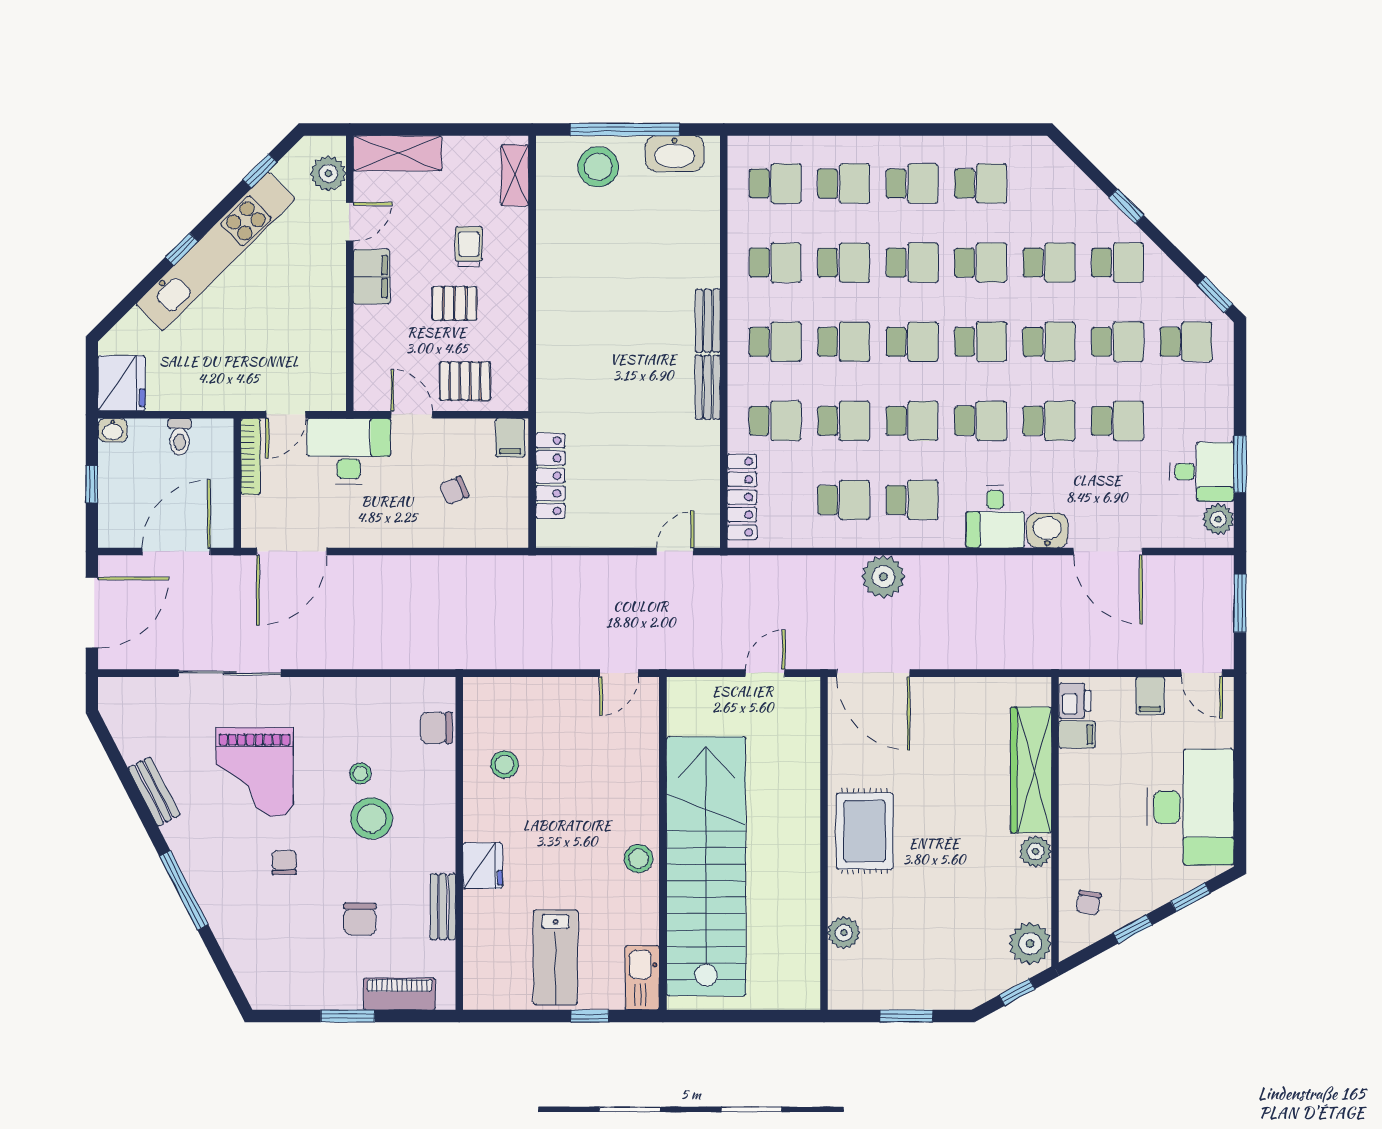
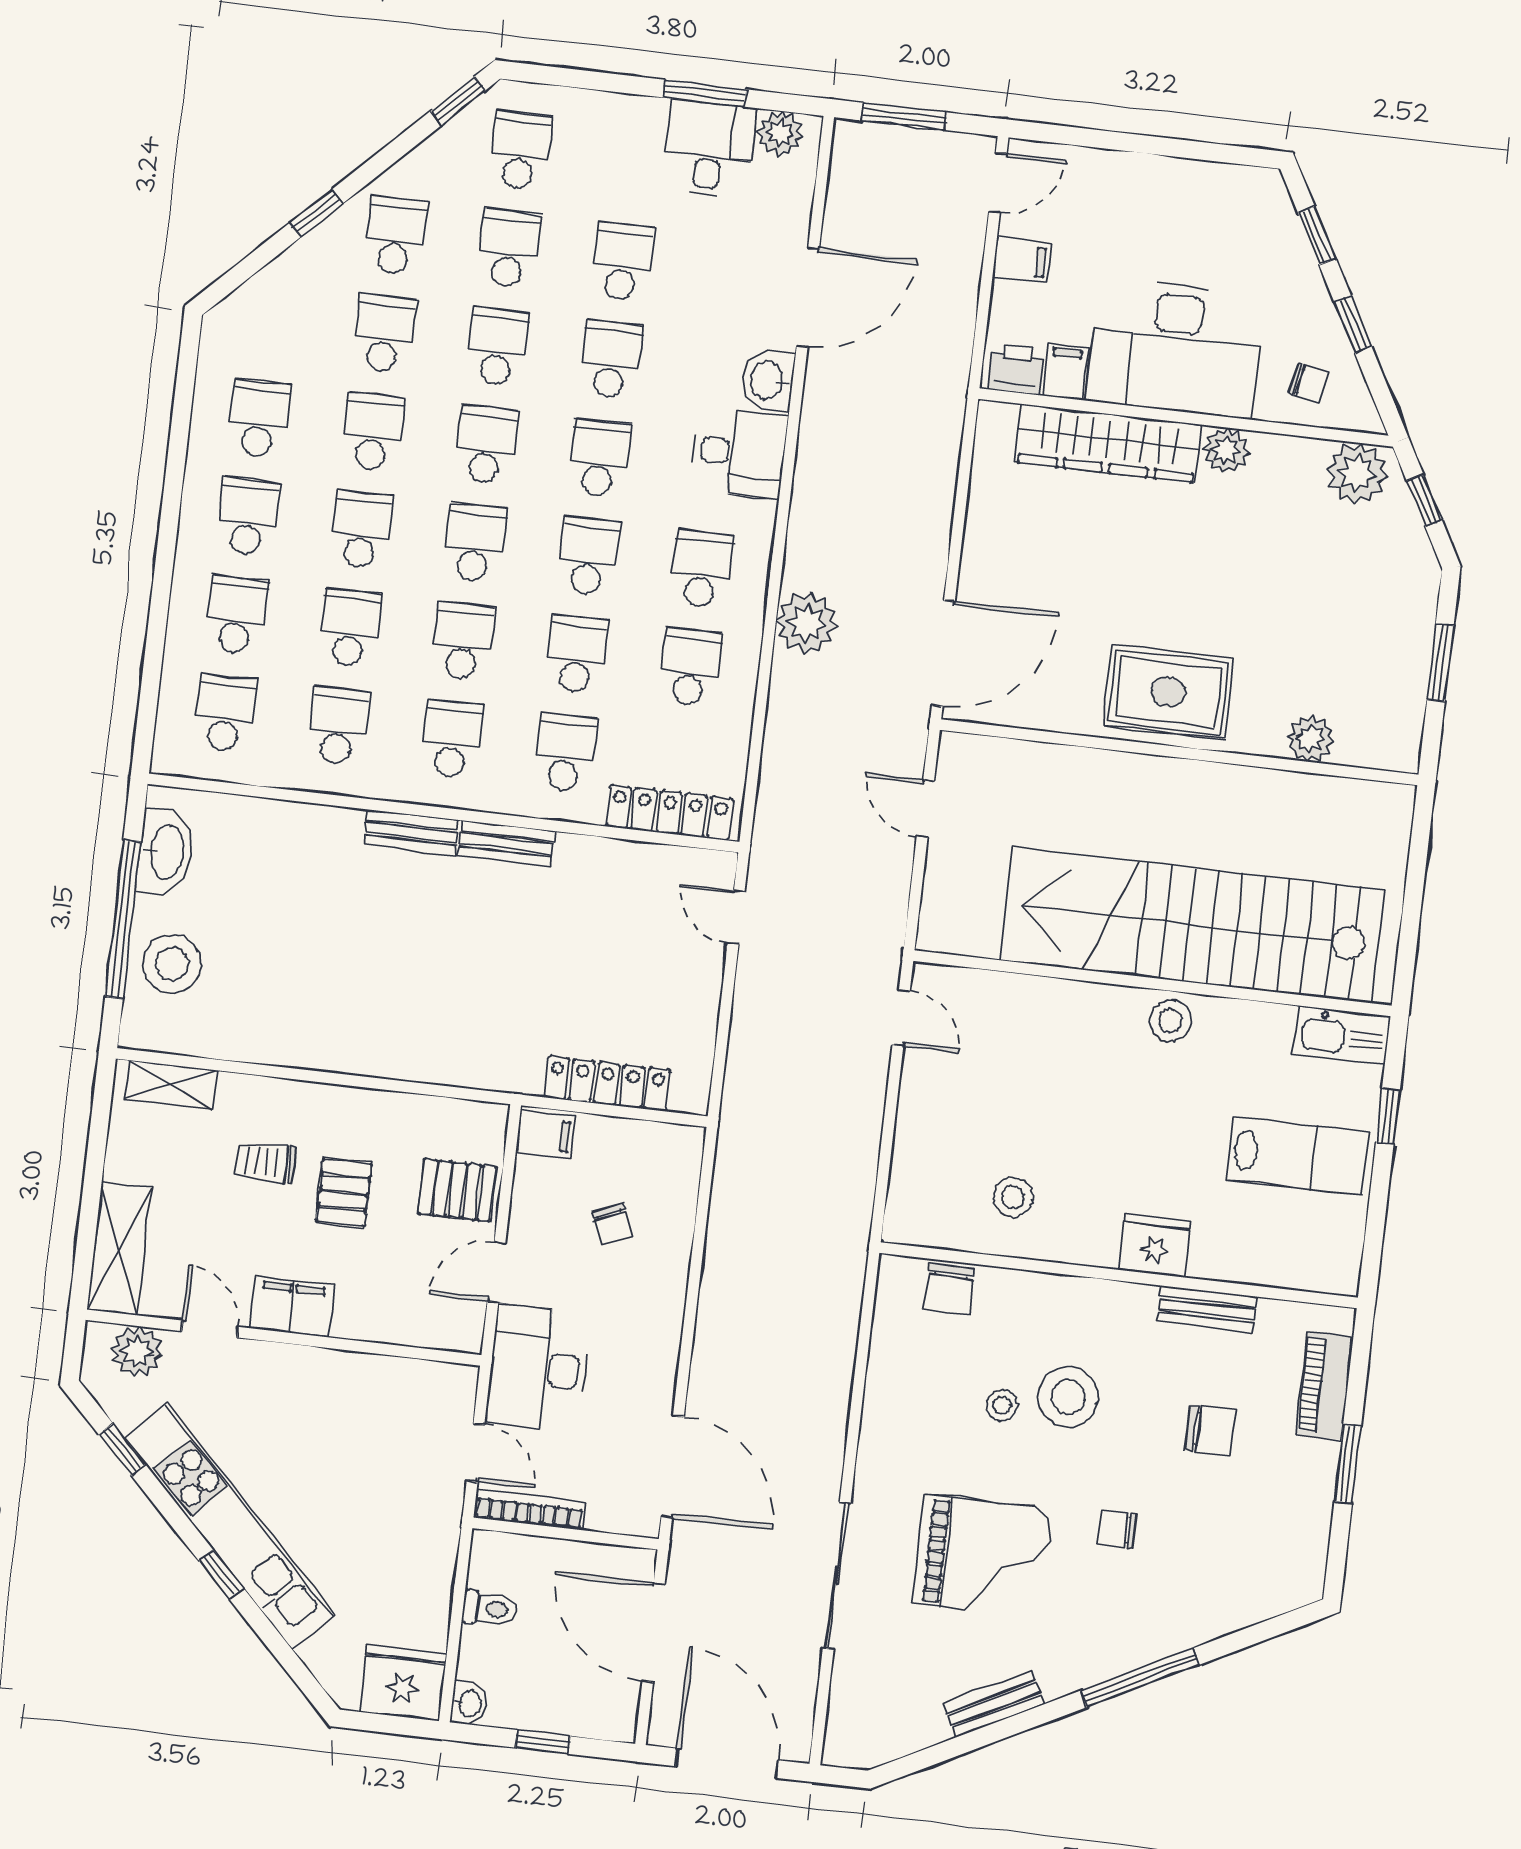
pallet: (465, 381) -> (457, 1190), turned 90
desk: (1190, 807) -> (1176, 348), moved, turned 180

